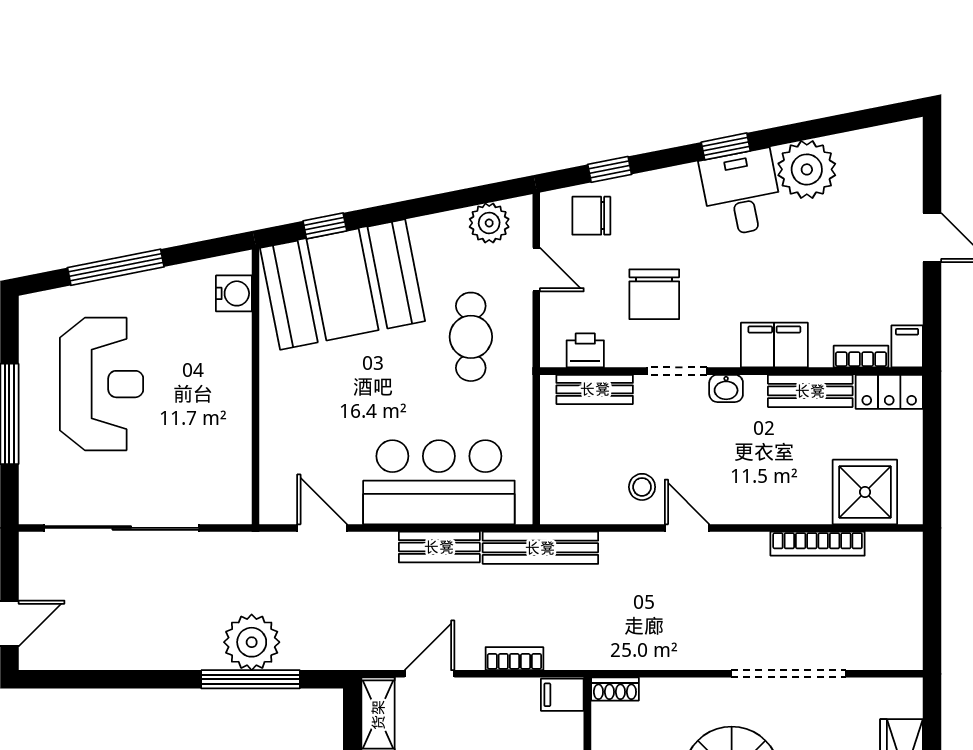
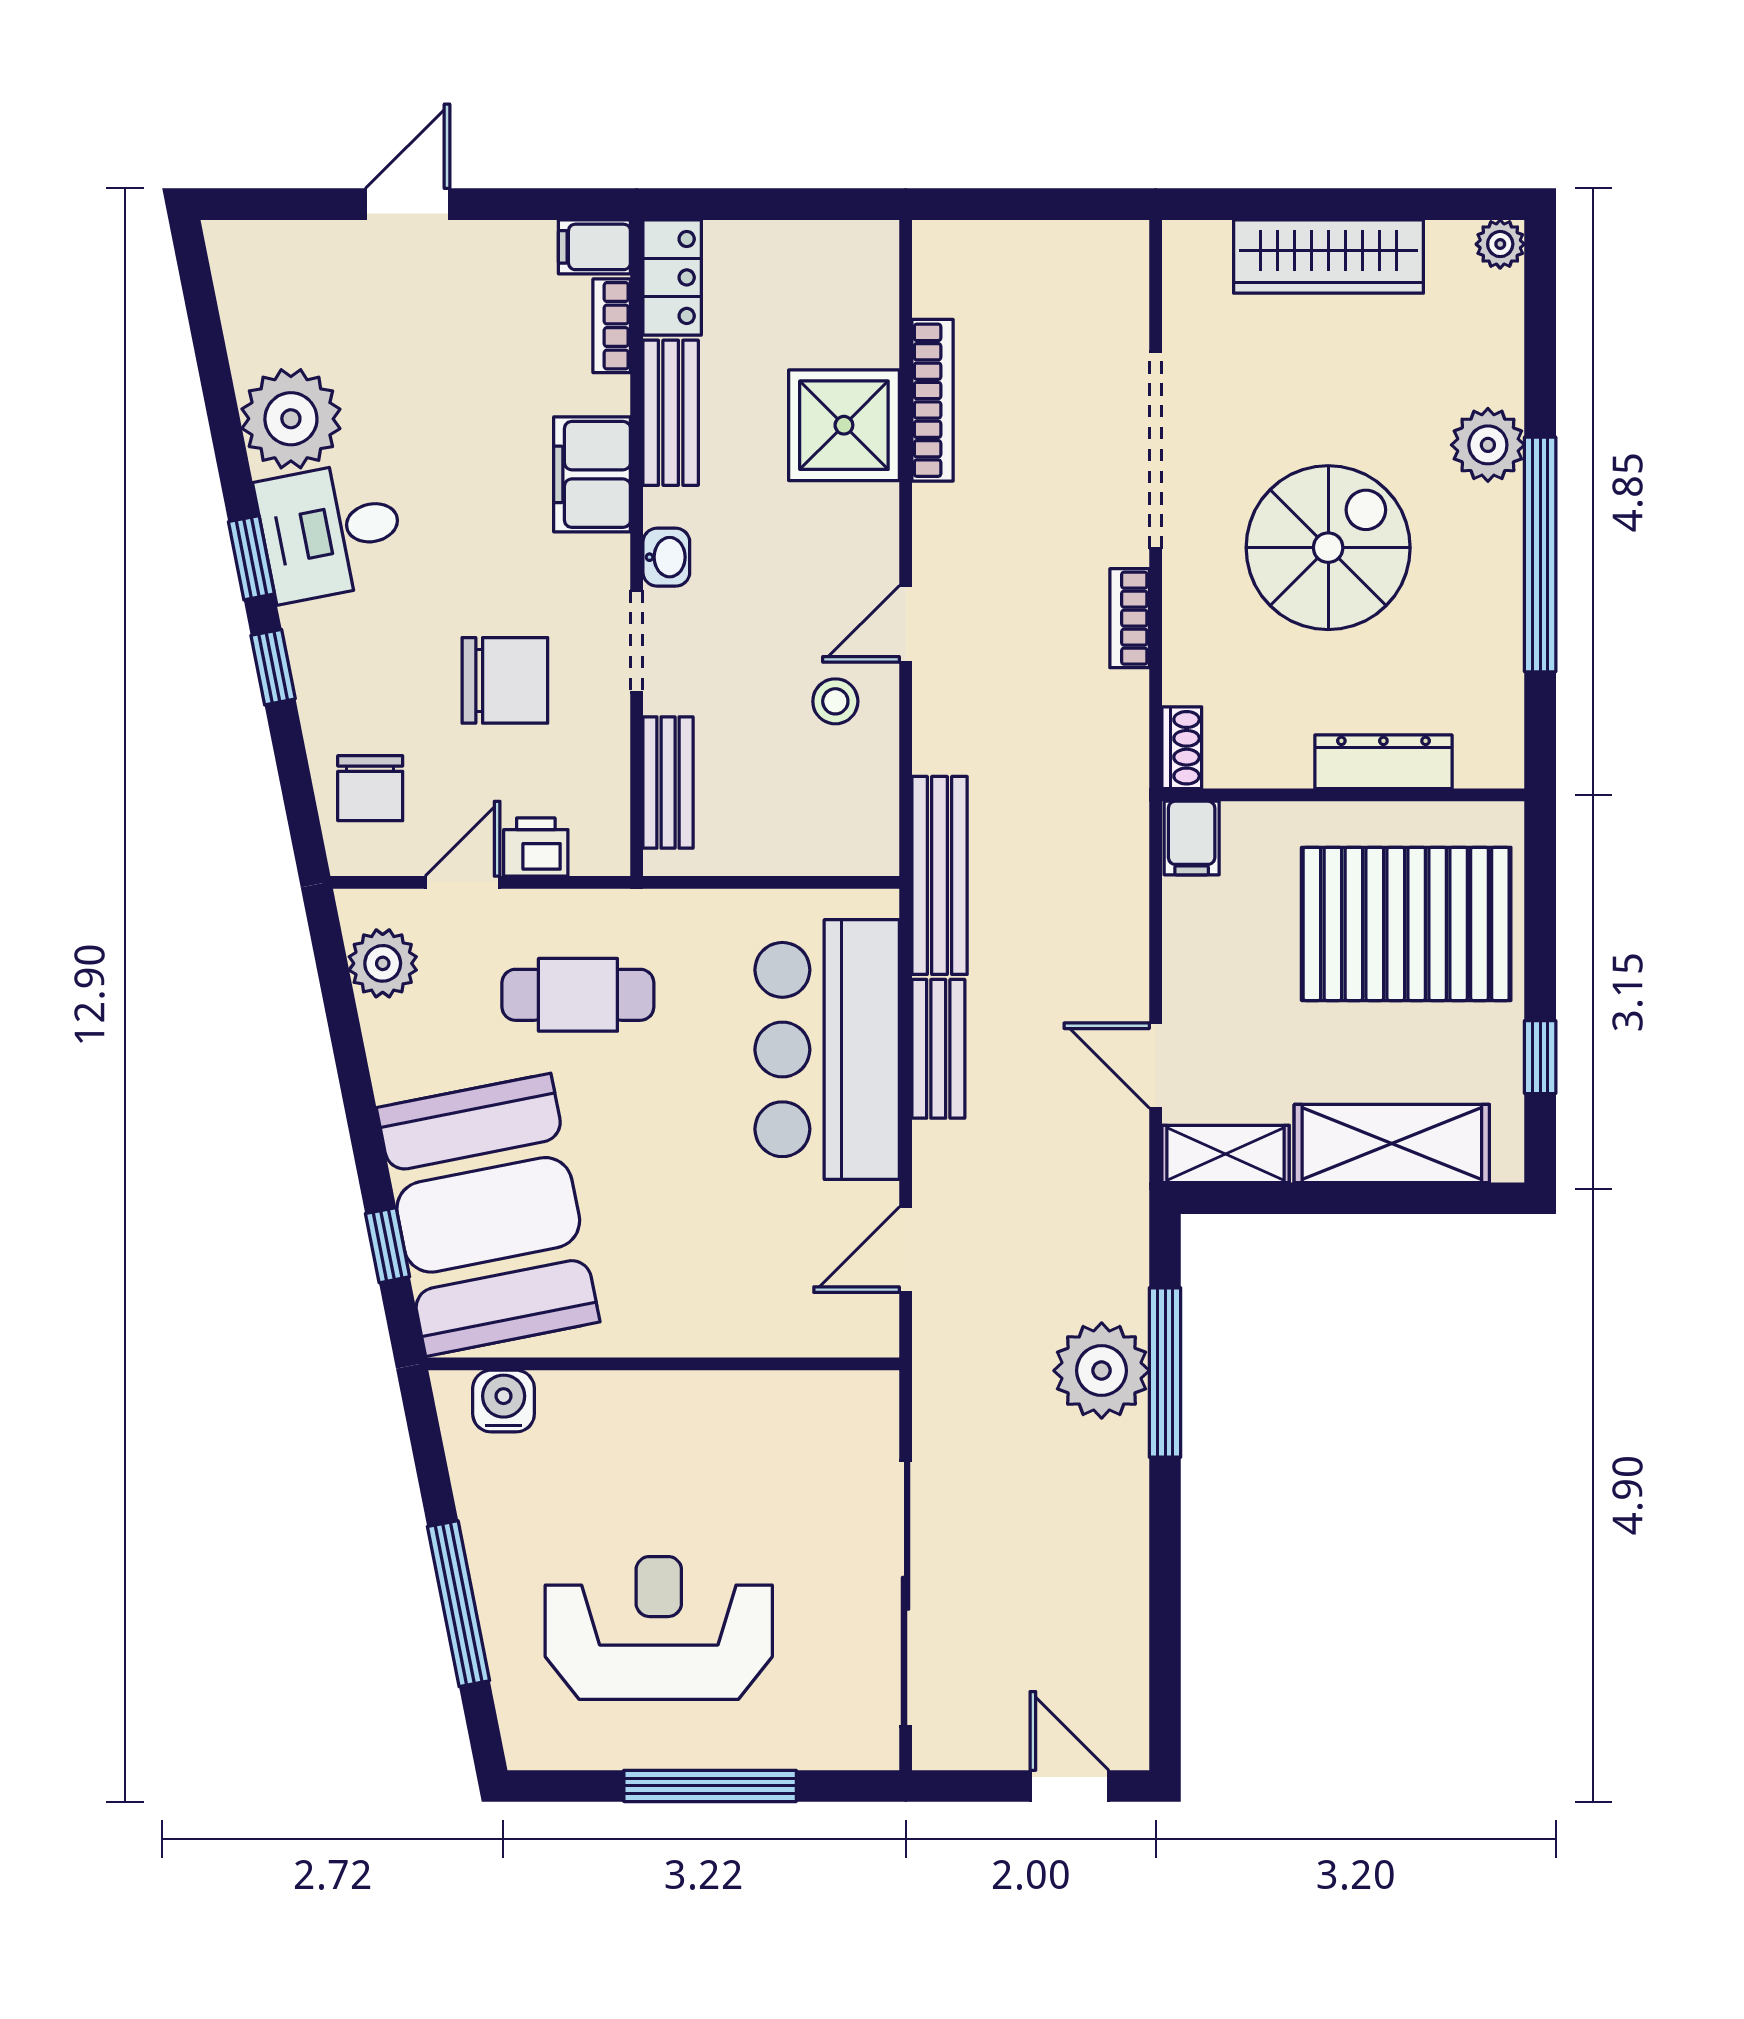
window: (610, 169) -> (273, 667), moved
printer: (585, 350) -> (536, 847), moved, turned 90
shower: (865, 492) -> (844, 425), moved
bookcase: (514, 659) -> (1130, 618), moved

